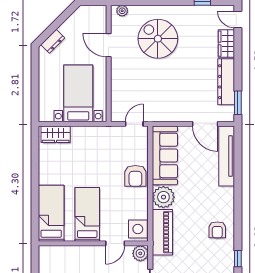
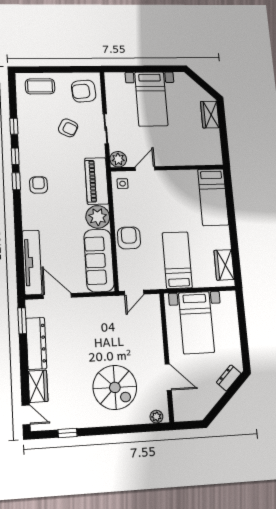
wardrobe: (56, 134) -> (224, 265), moved, turned -90
bed: (87, 214) -> (177, 260), moved, turned 180
side table: (138, 229) -> (123, 184), width x0.54, depth x0.54
window: (238, 234) -> (16, 181), added

